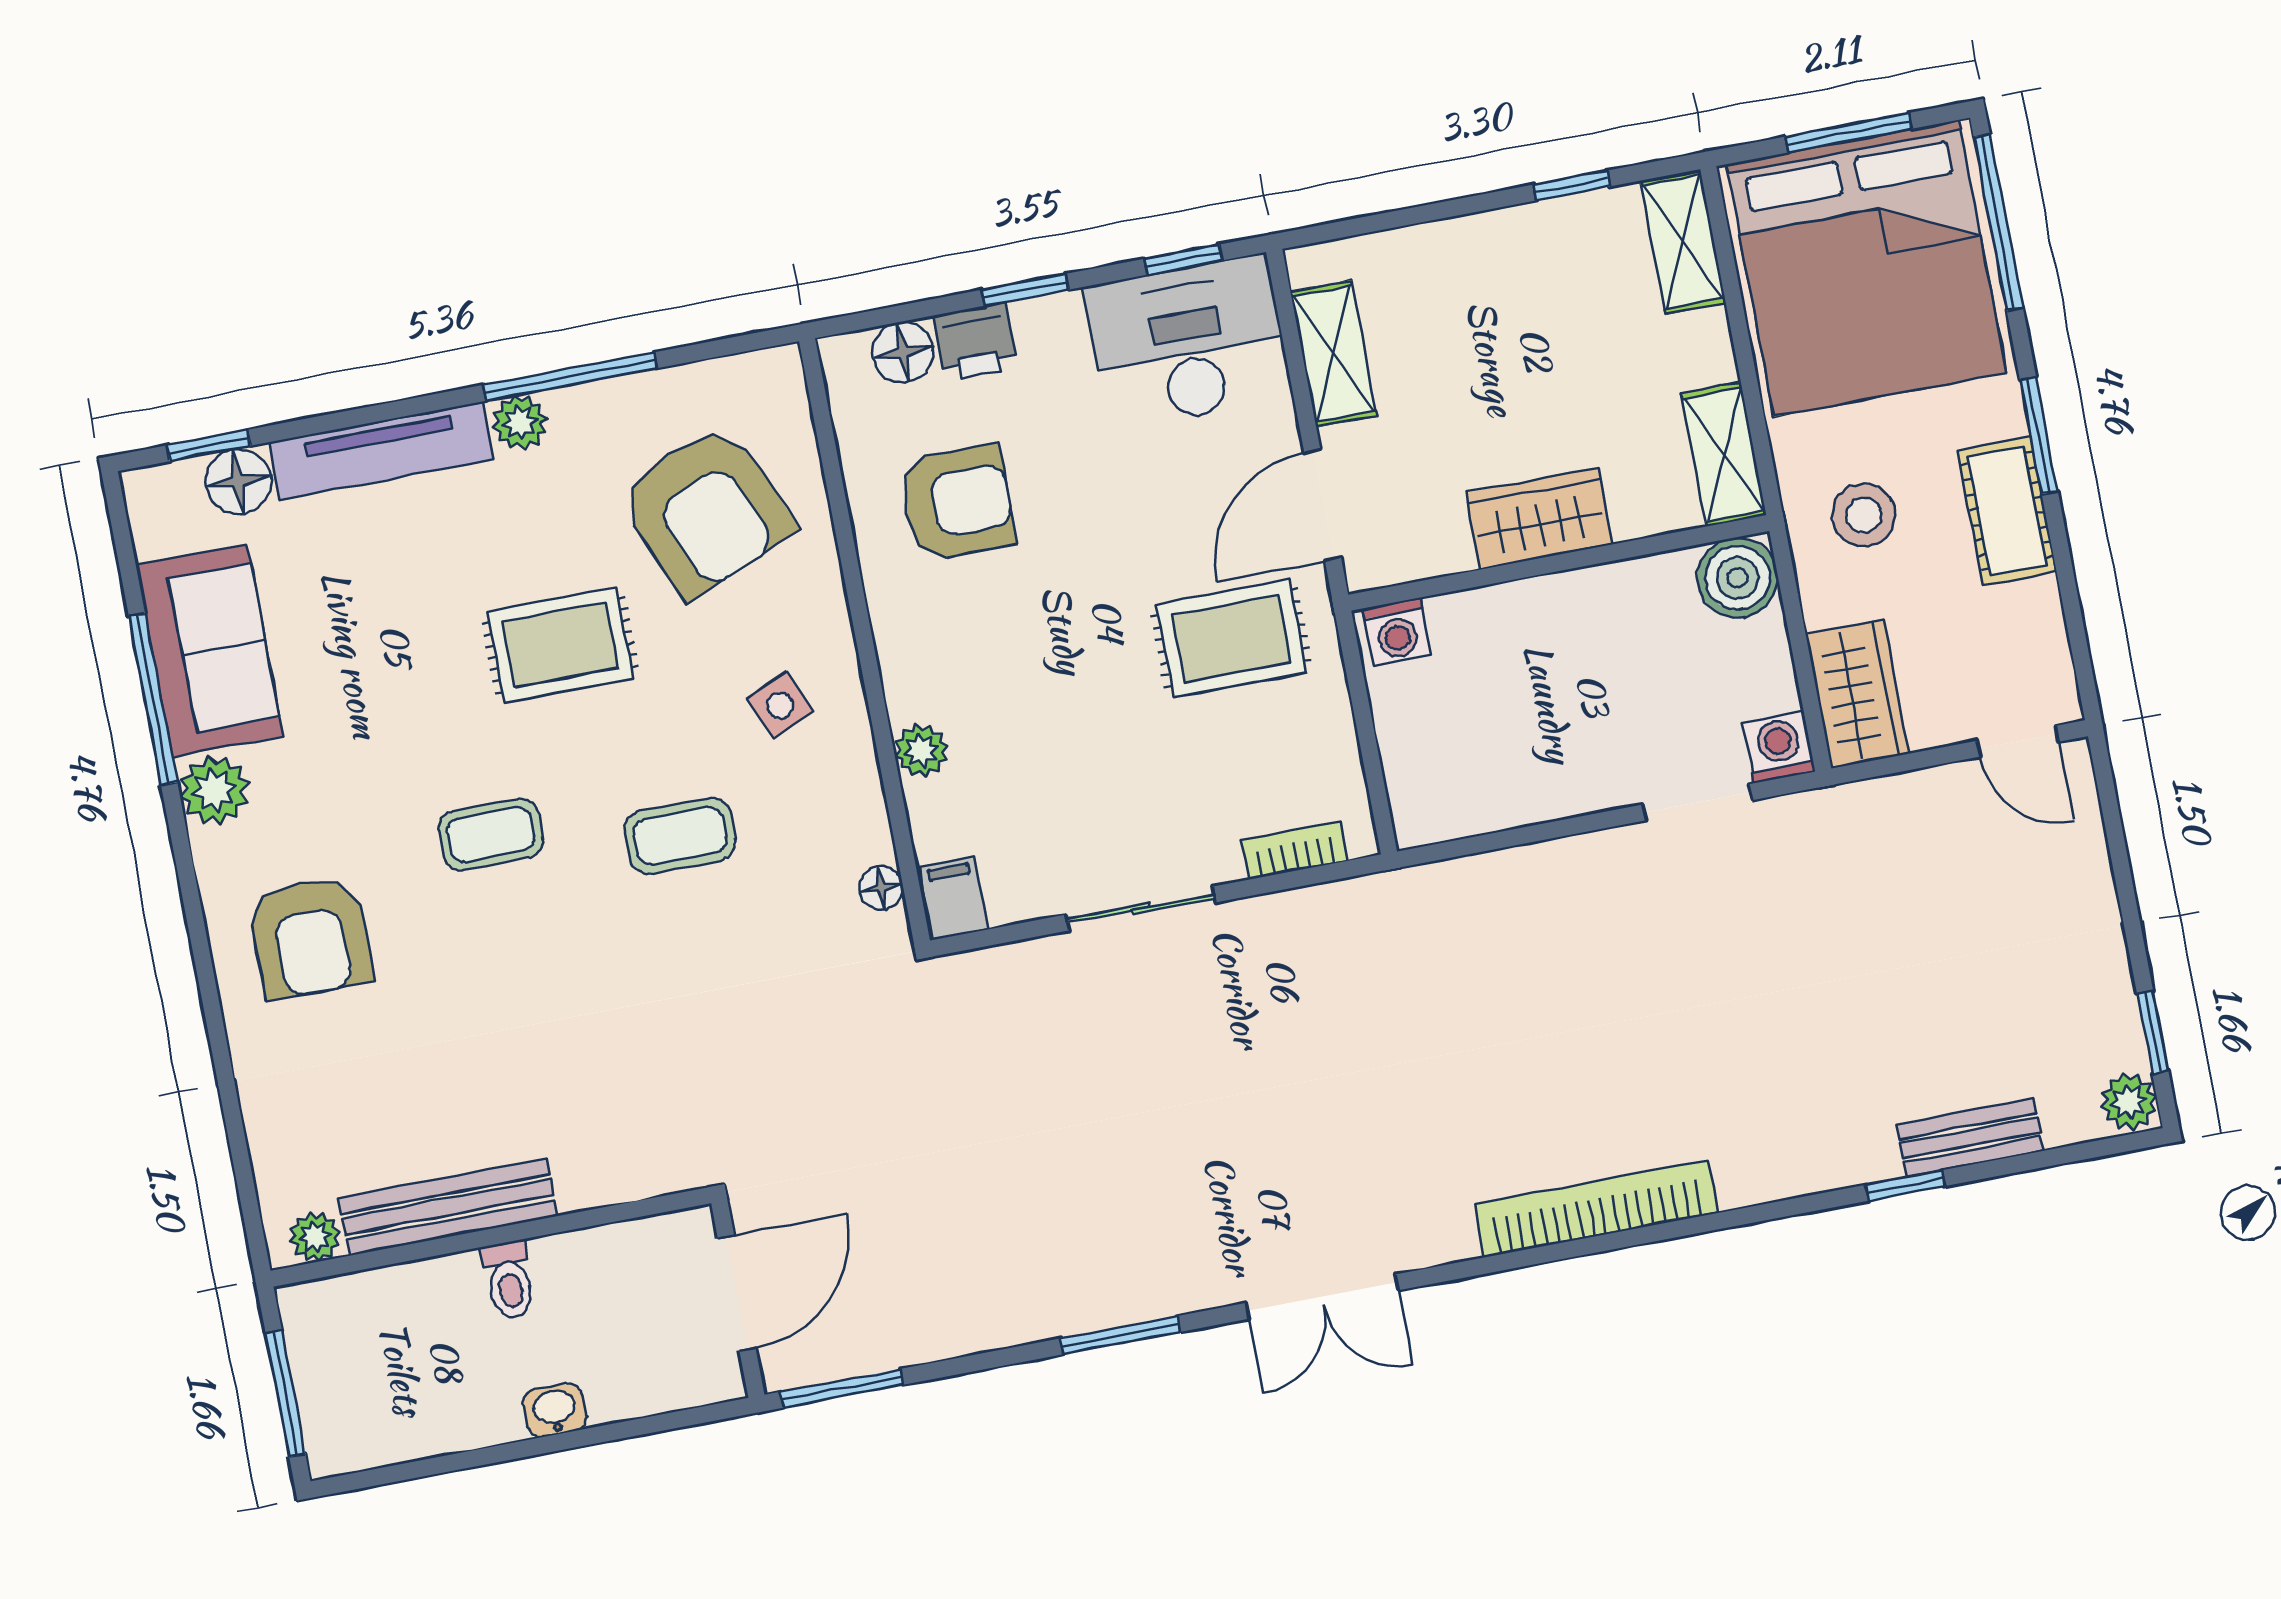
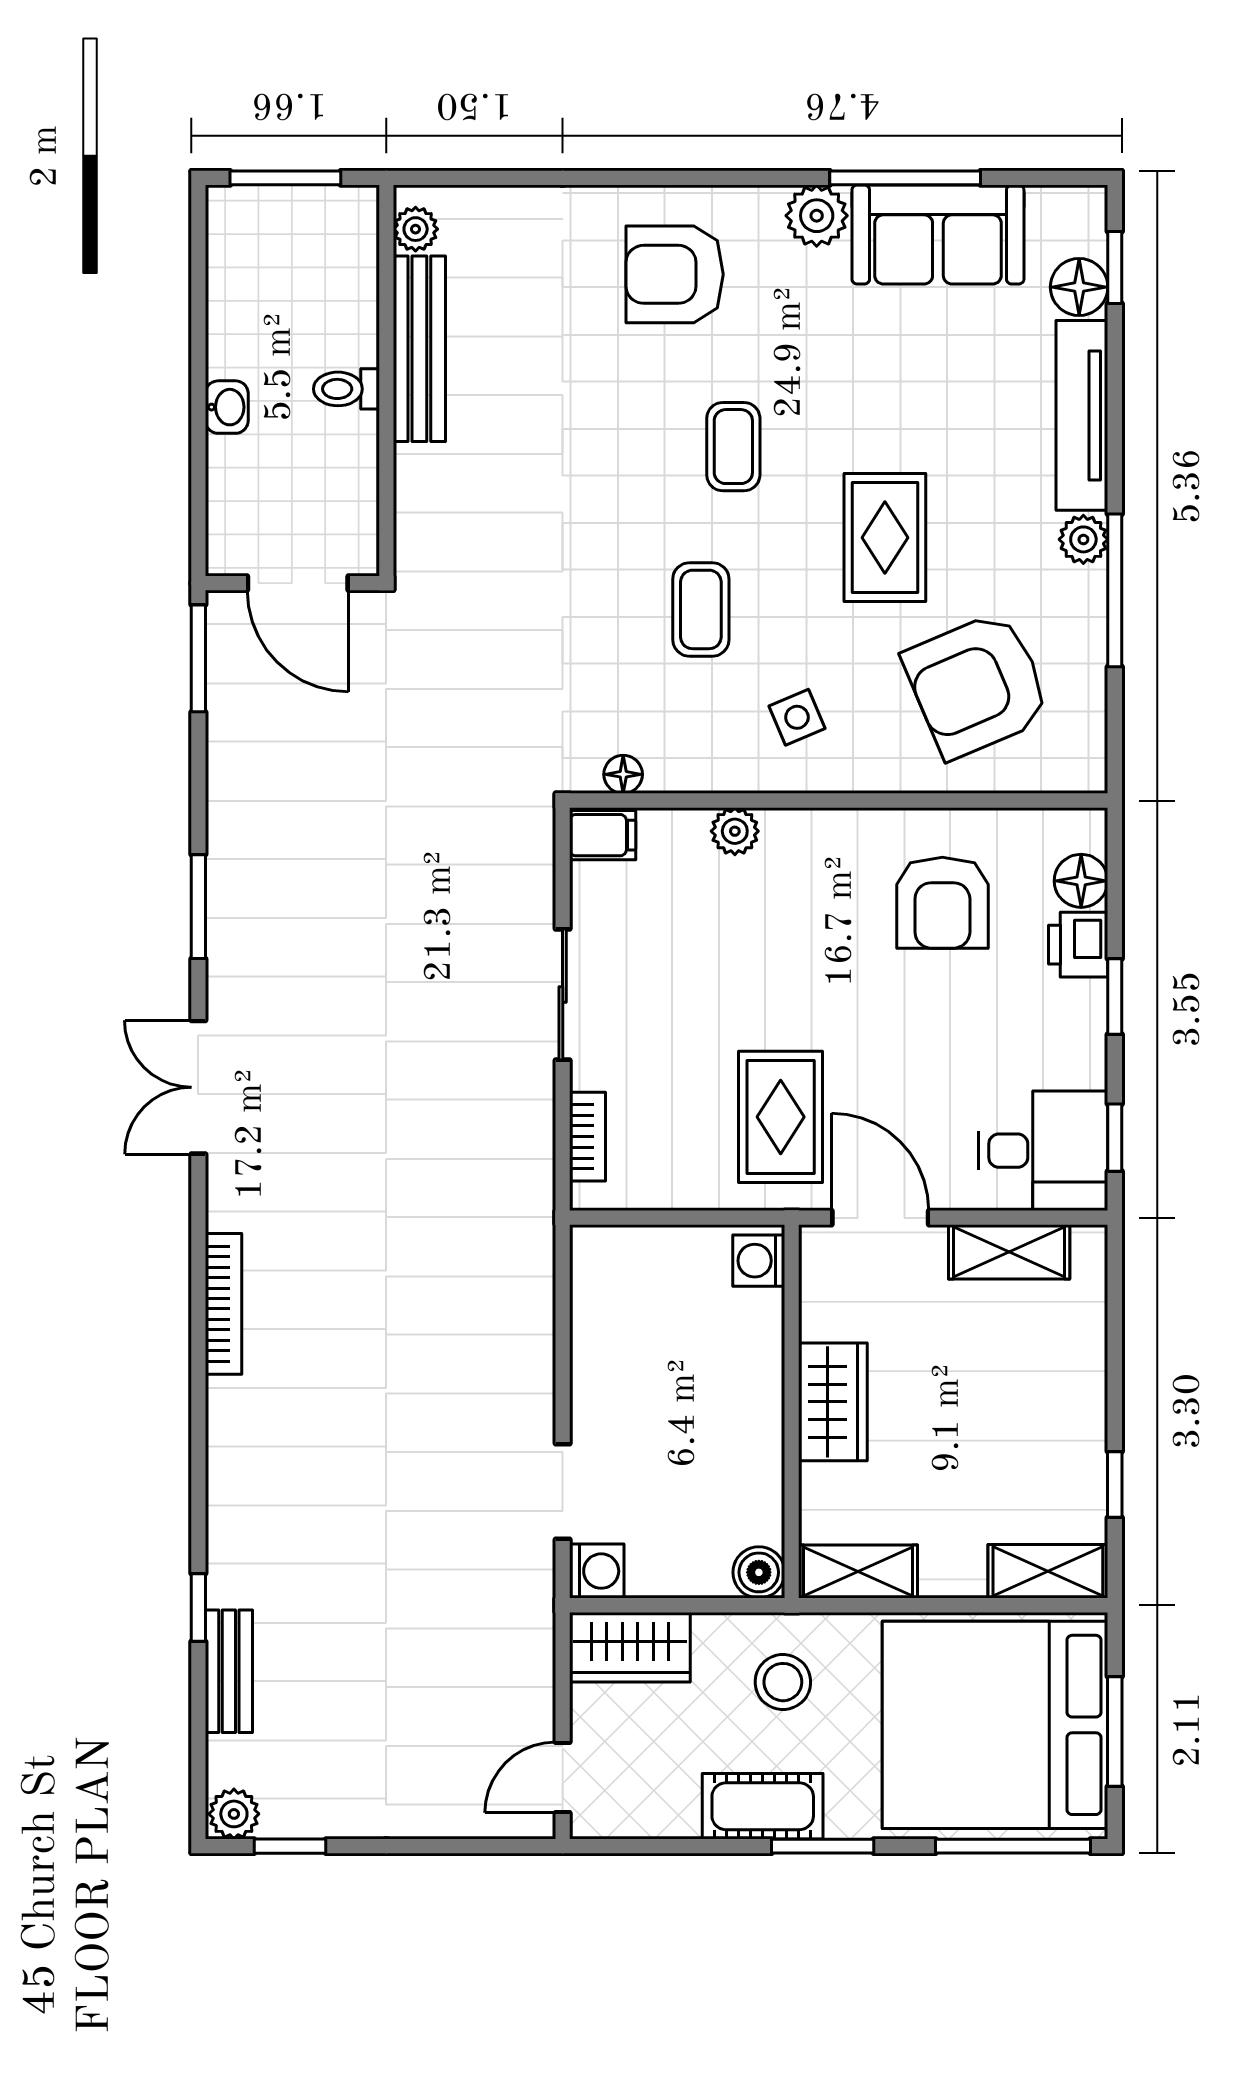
desk: (1188, 342) -> (1043, 1151), width x0.73
boiler: (1738, 578) -> (759, 1572), width x0.73, depth x0.73
bookcase: (1596, 1209) -> (224, 1304), width x0.68, depth x0.76

